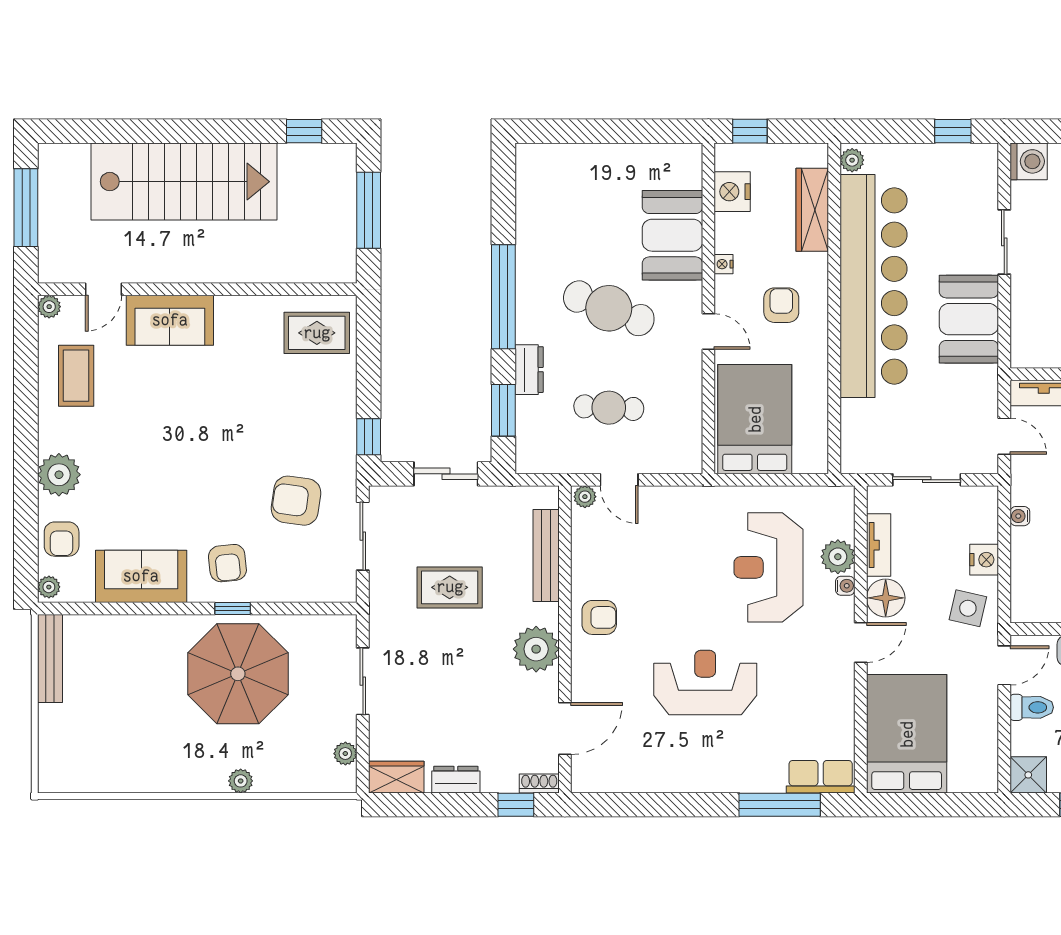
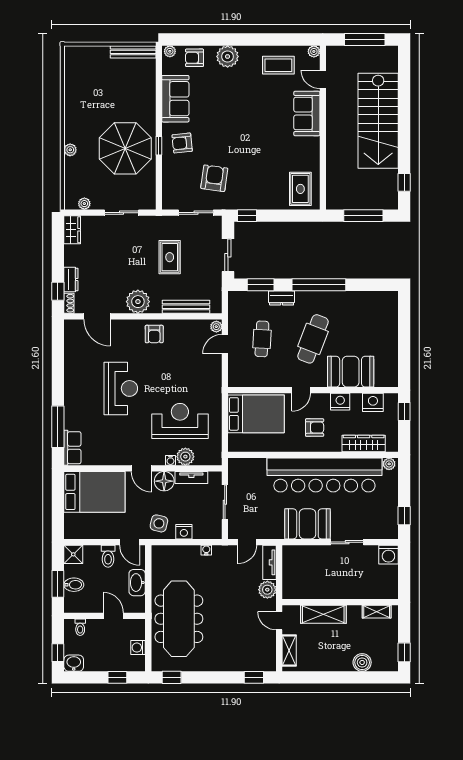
nightstand: (724, 264) -> (340, 402), width x1.89, depth x1.79
dresser: (456, 780) -> (71, 280), moved

